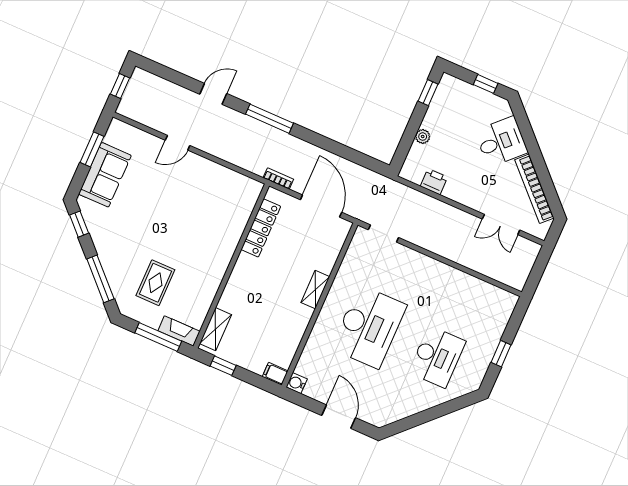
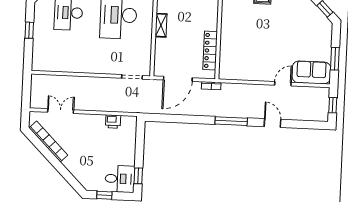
door: (213, 94) -> (273, 123), swing flipped
plant: (423, 137) -> (131, 147), removed
desk: (501, 142) -> (120, 179), moved, turned -135
sofa: (105, 175) -> (311, 72), moved, turned 90
door: (321, 206) -> (178, 79), hinge flipped

